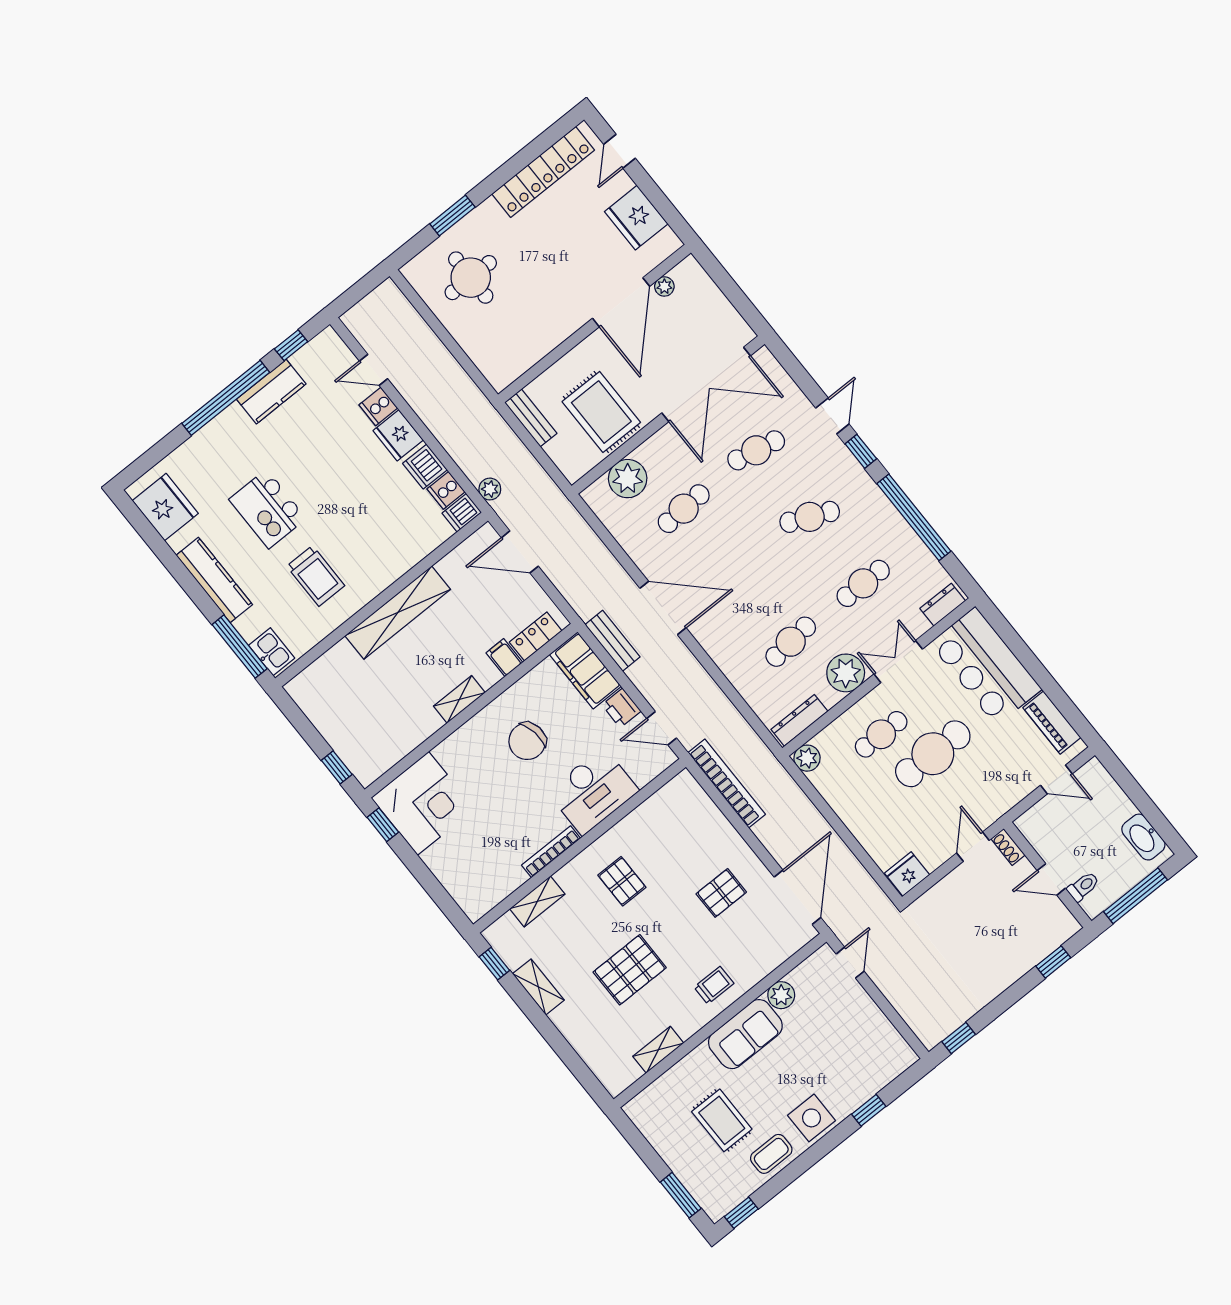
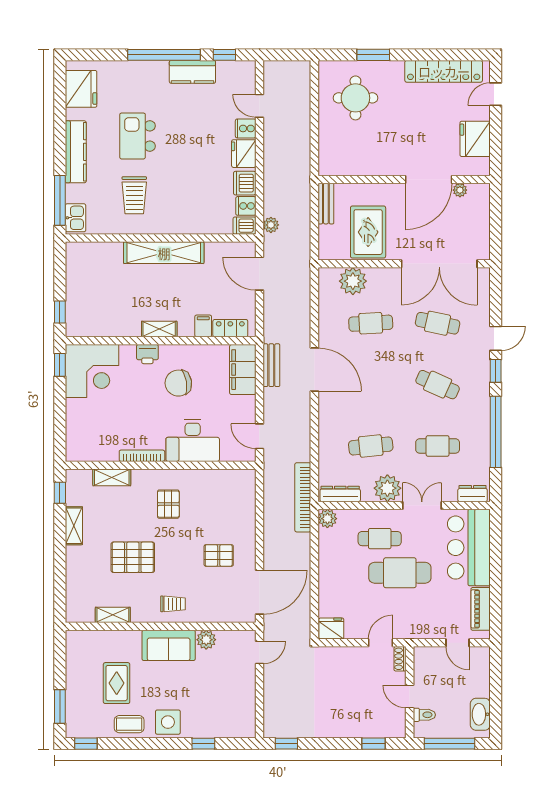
printer: (621, 708) -> (147, 354), moved, turned -90
bookcase: (727, 783) -> (303, 497), moved, turned 180

